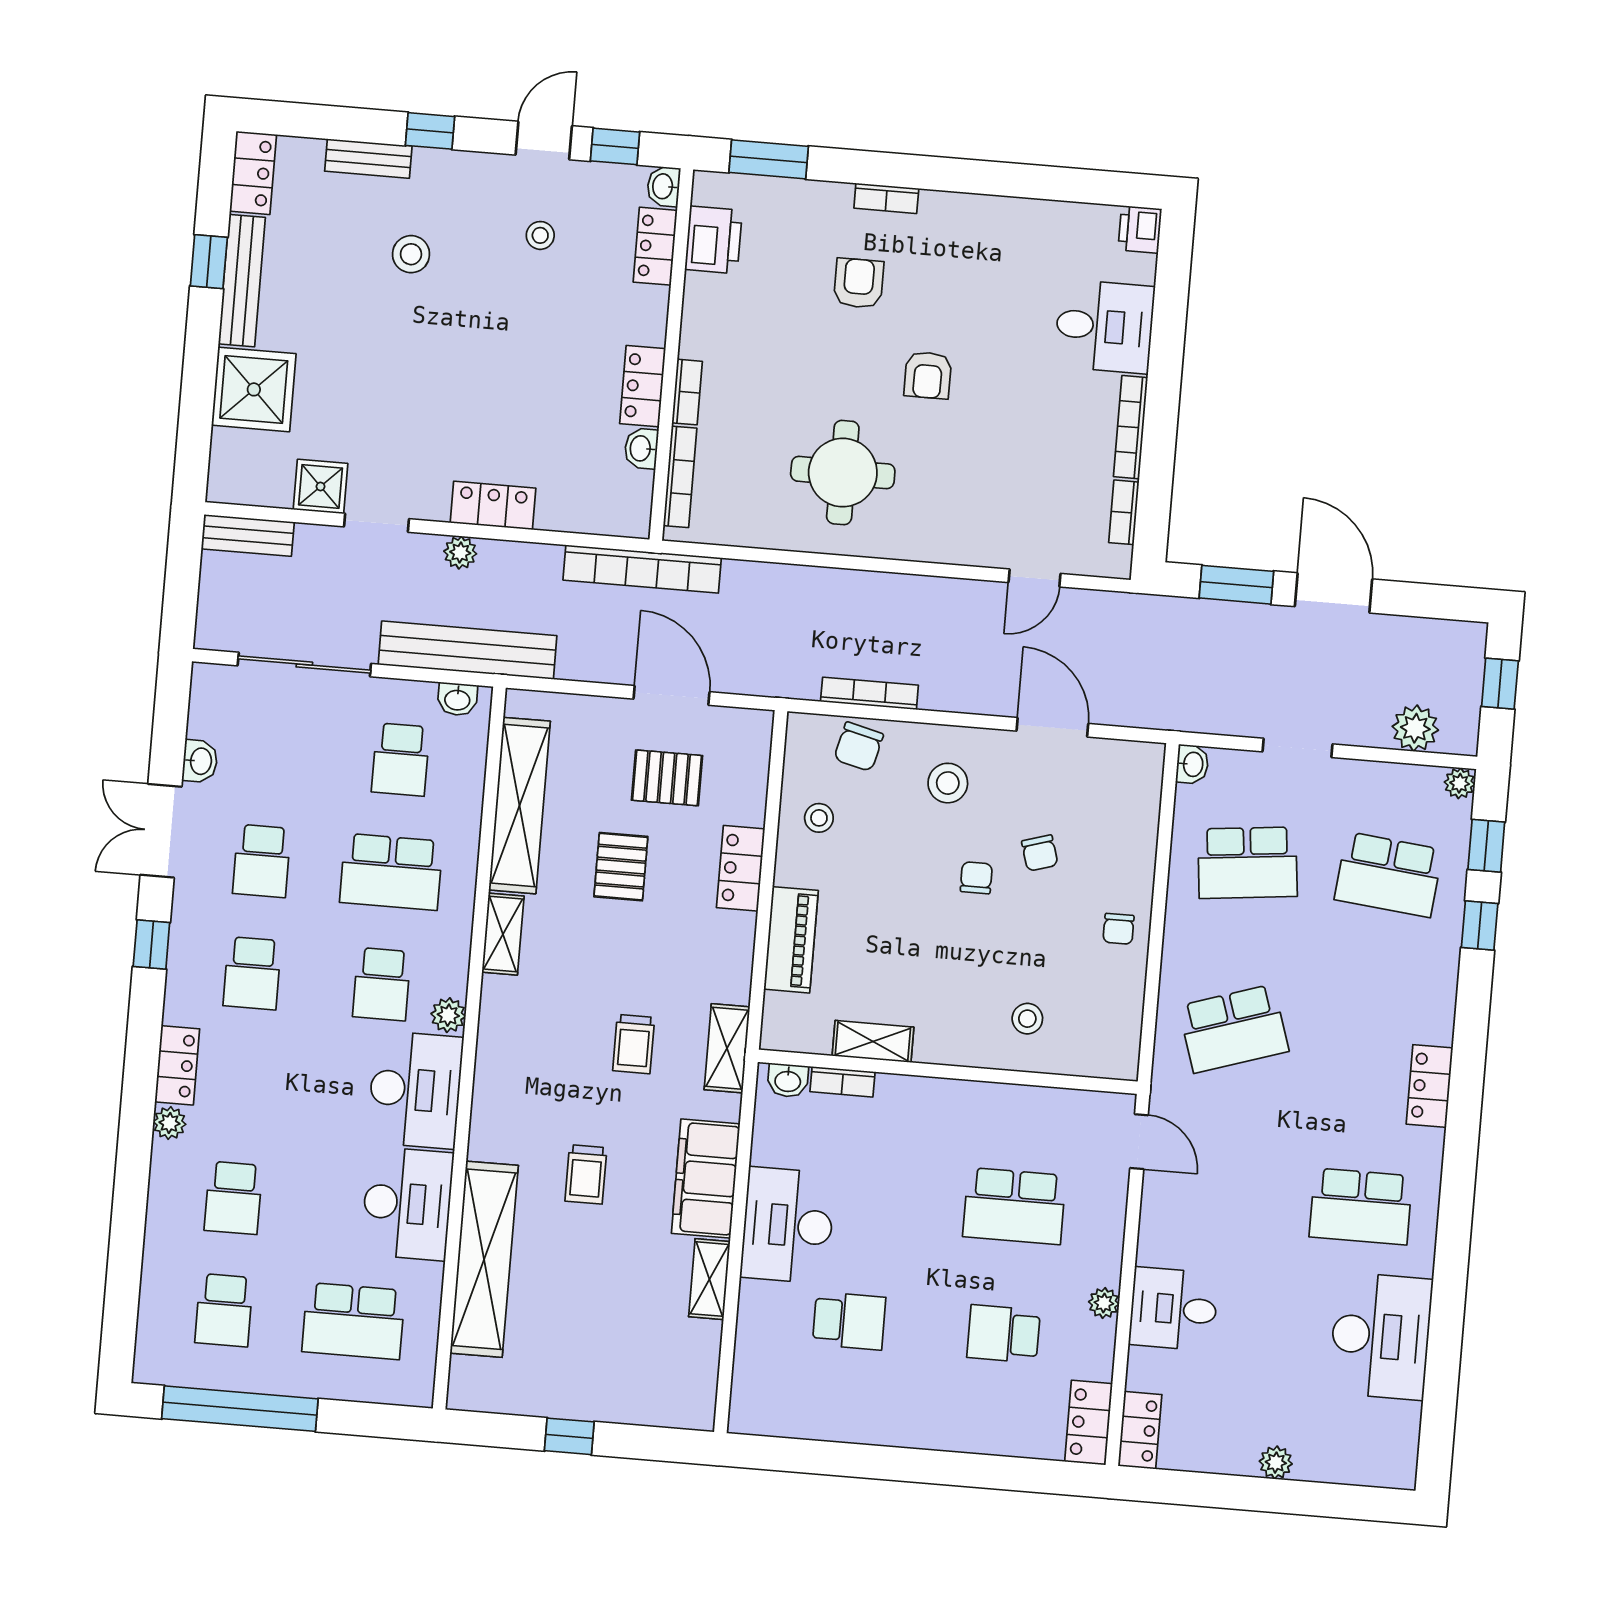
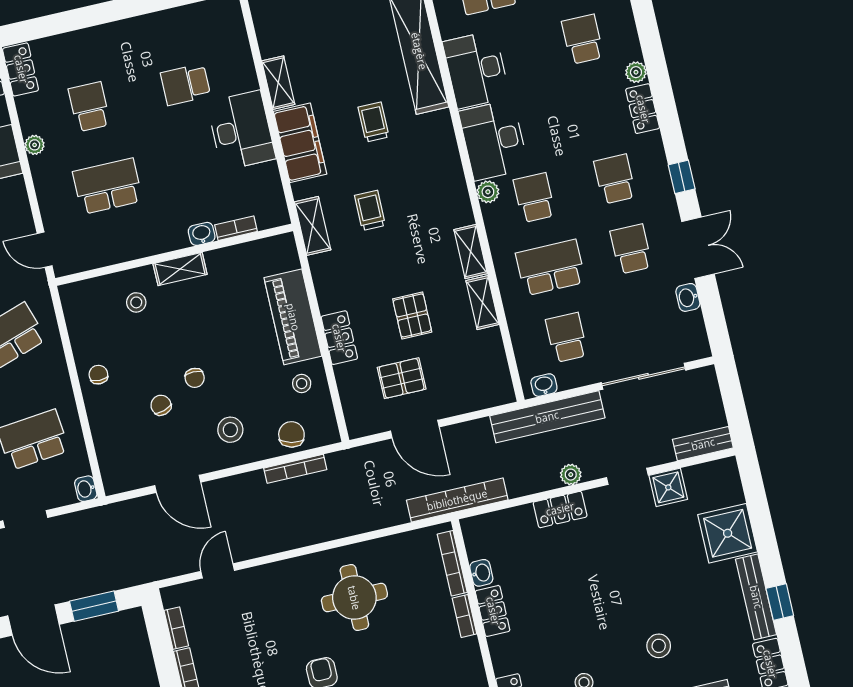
shelving: (519, 806) -> (482, 303), width x0.45, depth x0.75
piano: (791, 940) -> (293, 317), width x1.37, depth x1.33
shelving: (873, 1041) -> (180, 269), moved
washbasin: (788, 1081) -> (202, 234), moved
school desk: (1004, 1334) -> (89, 107), turned -90

